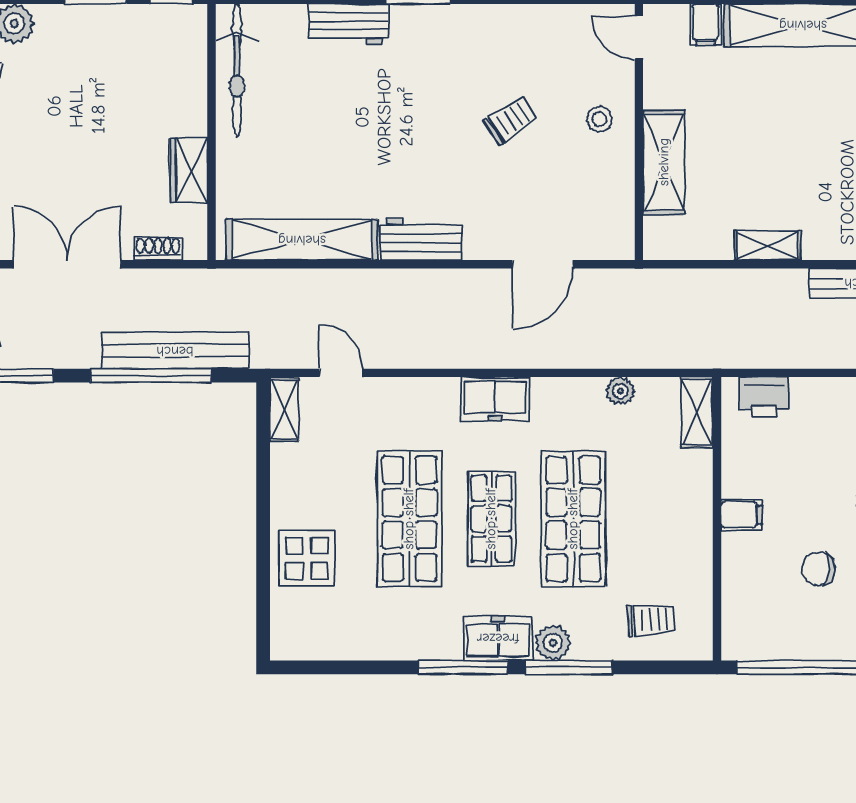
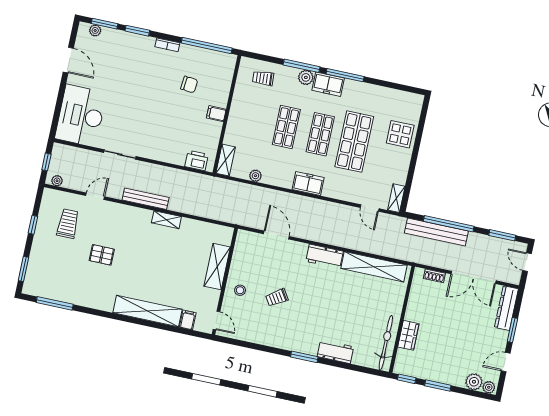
wardrobe: (189, 170) -> (408, 335), moved
shelving: (768, 245) -> (166, 220), moved
door: (543, 264) -> (276, 235), hinge flipped
shop shelf: (573, 519) -> (286, 127), width x0.70, depth x0.74

